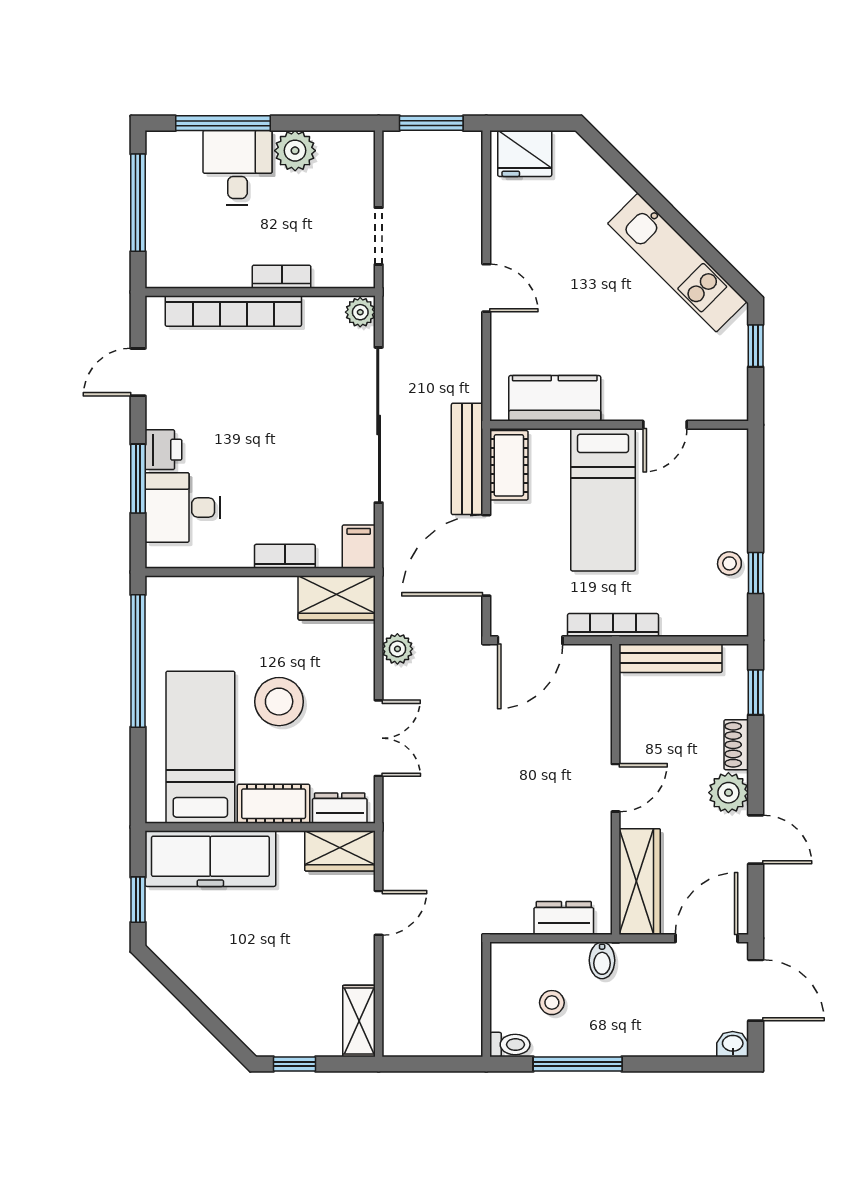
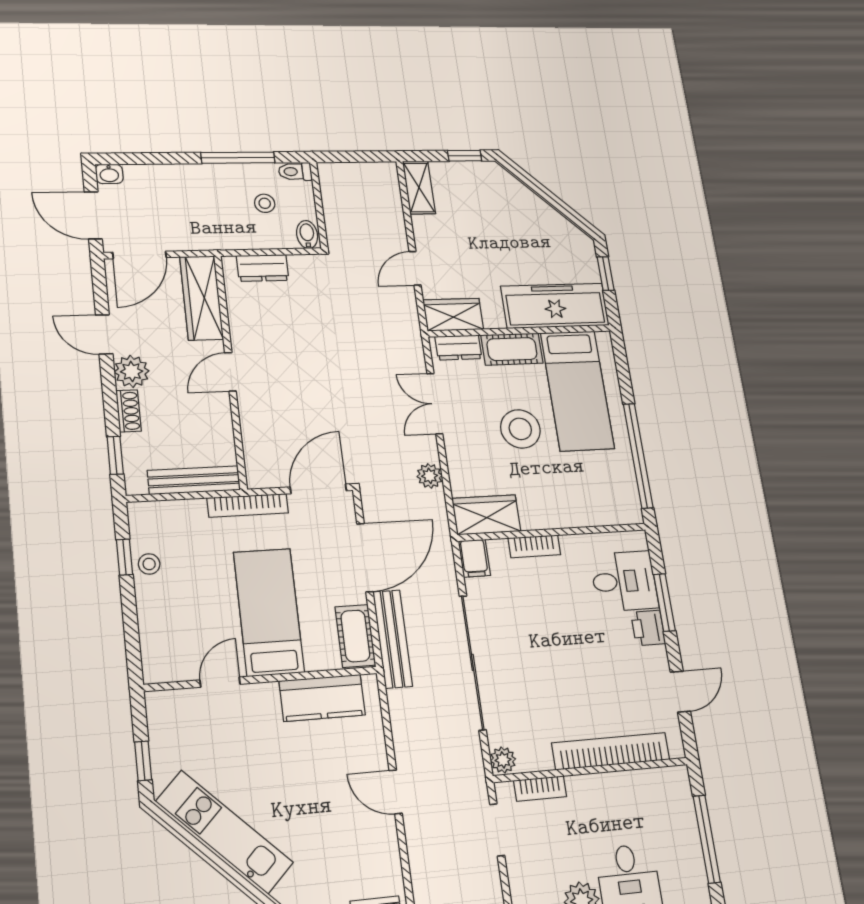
bookcase: (282, 277) -> (540, 789), moved
bidet: (602, 960) -> (307, 235), moved

